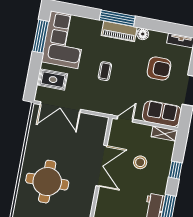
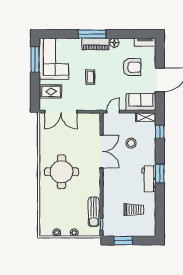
window: (175, 170) -> (160, 132), moved

